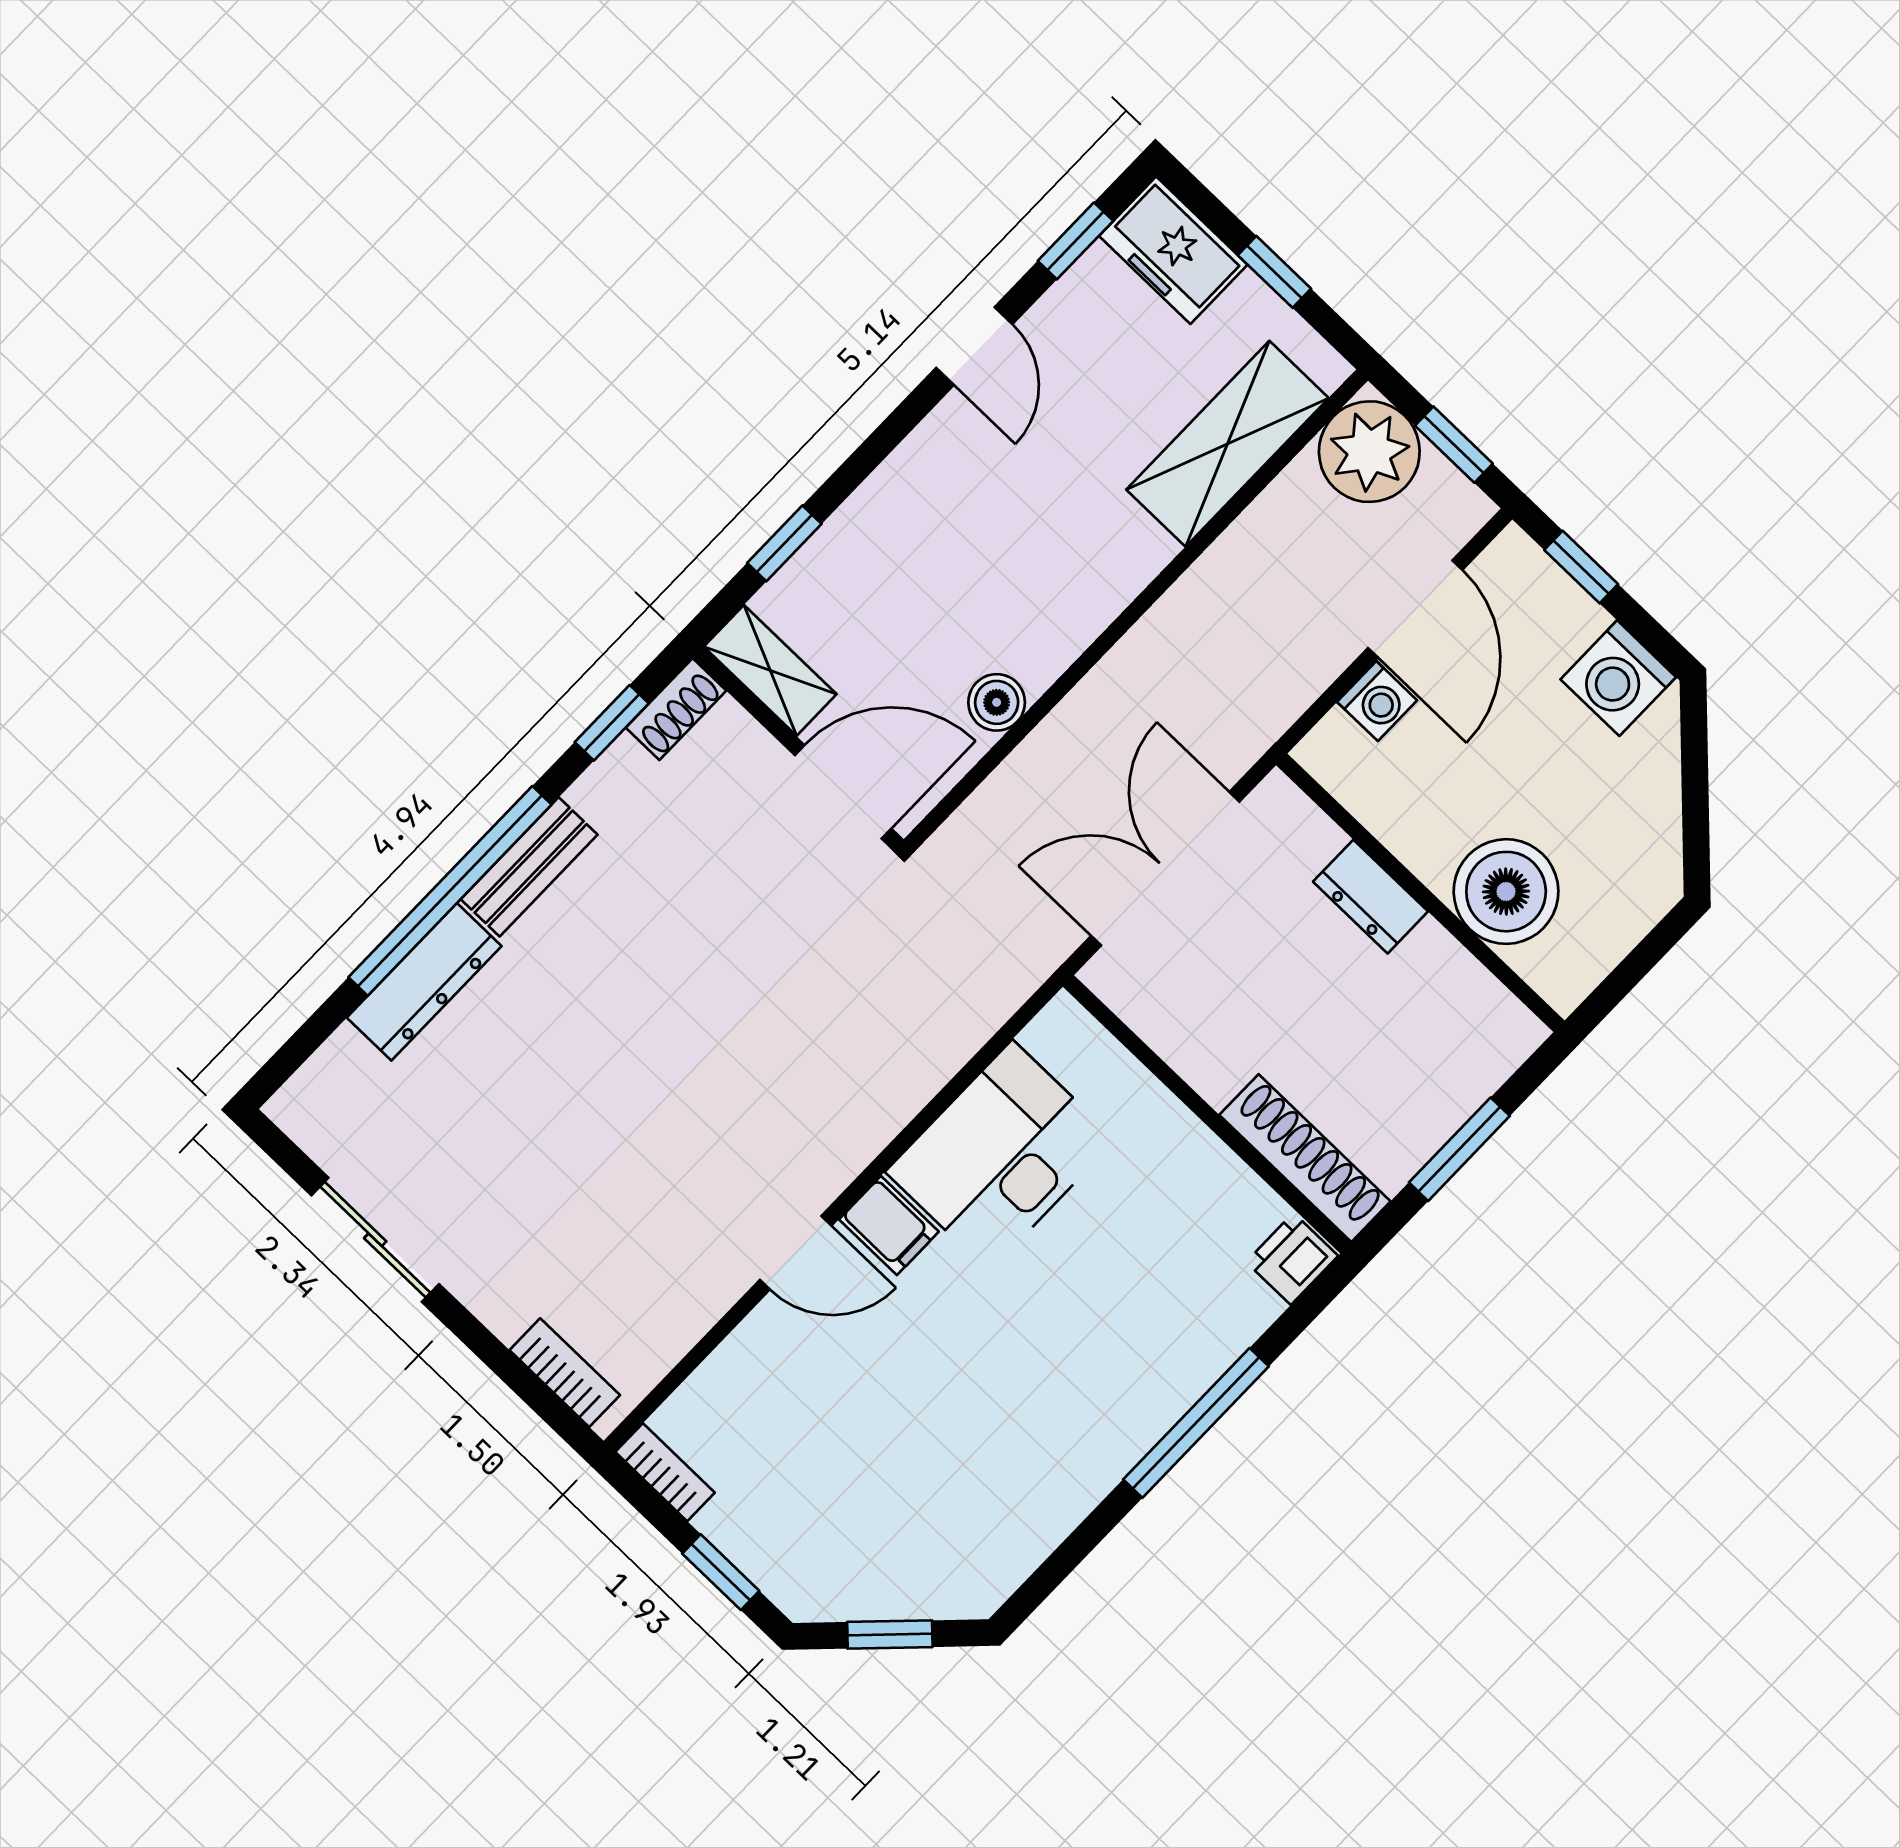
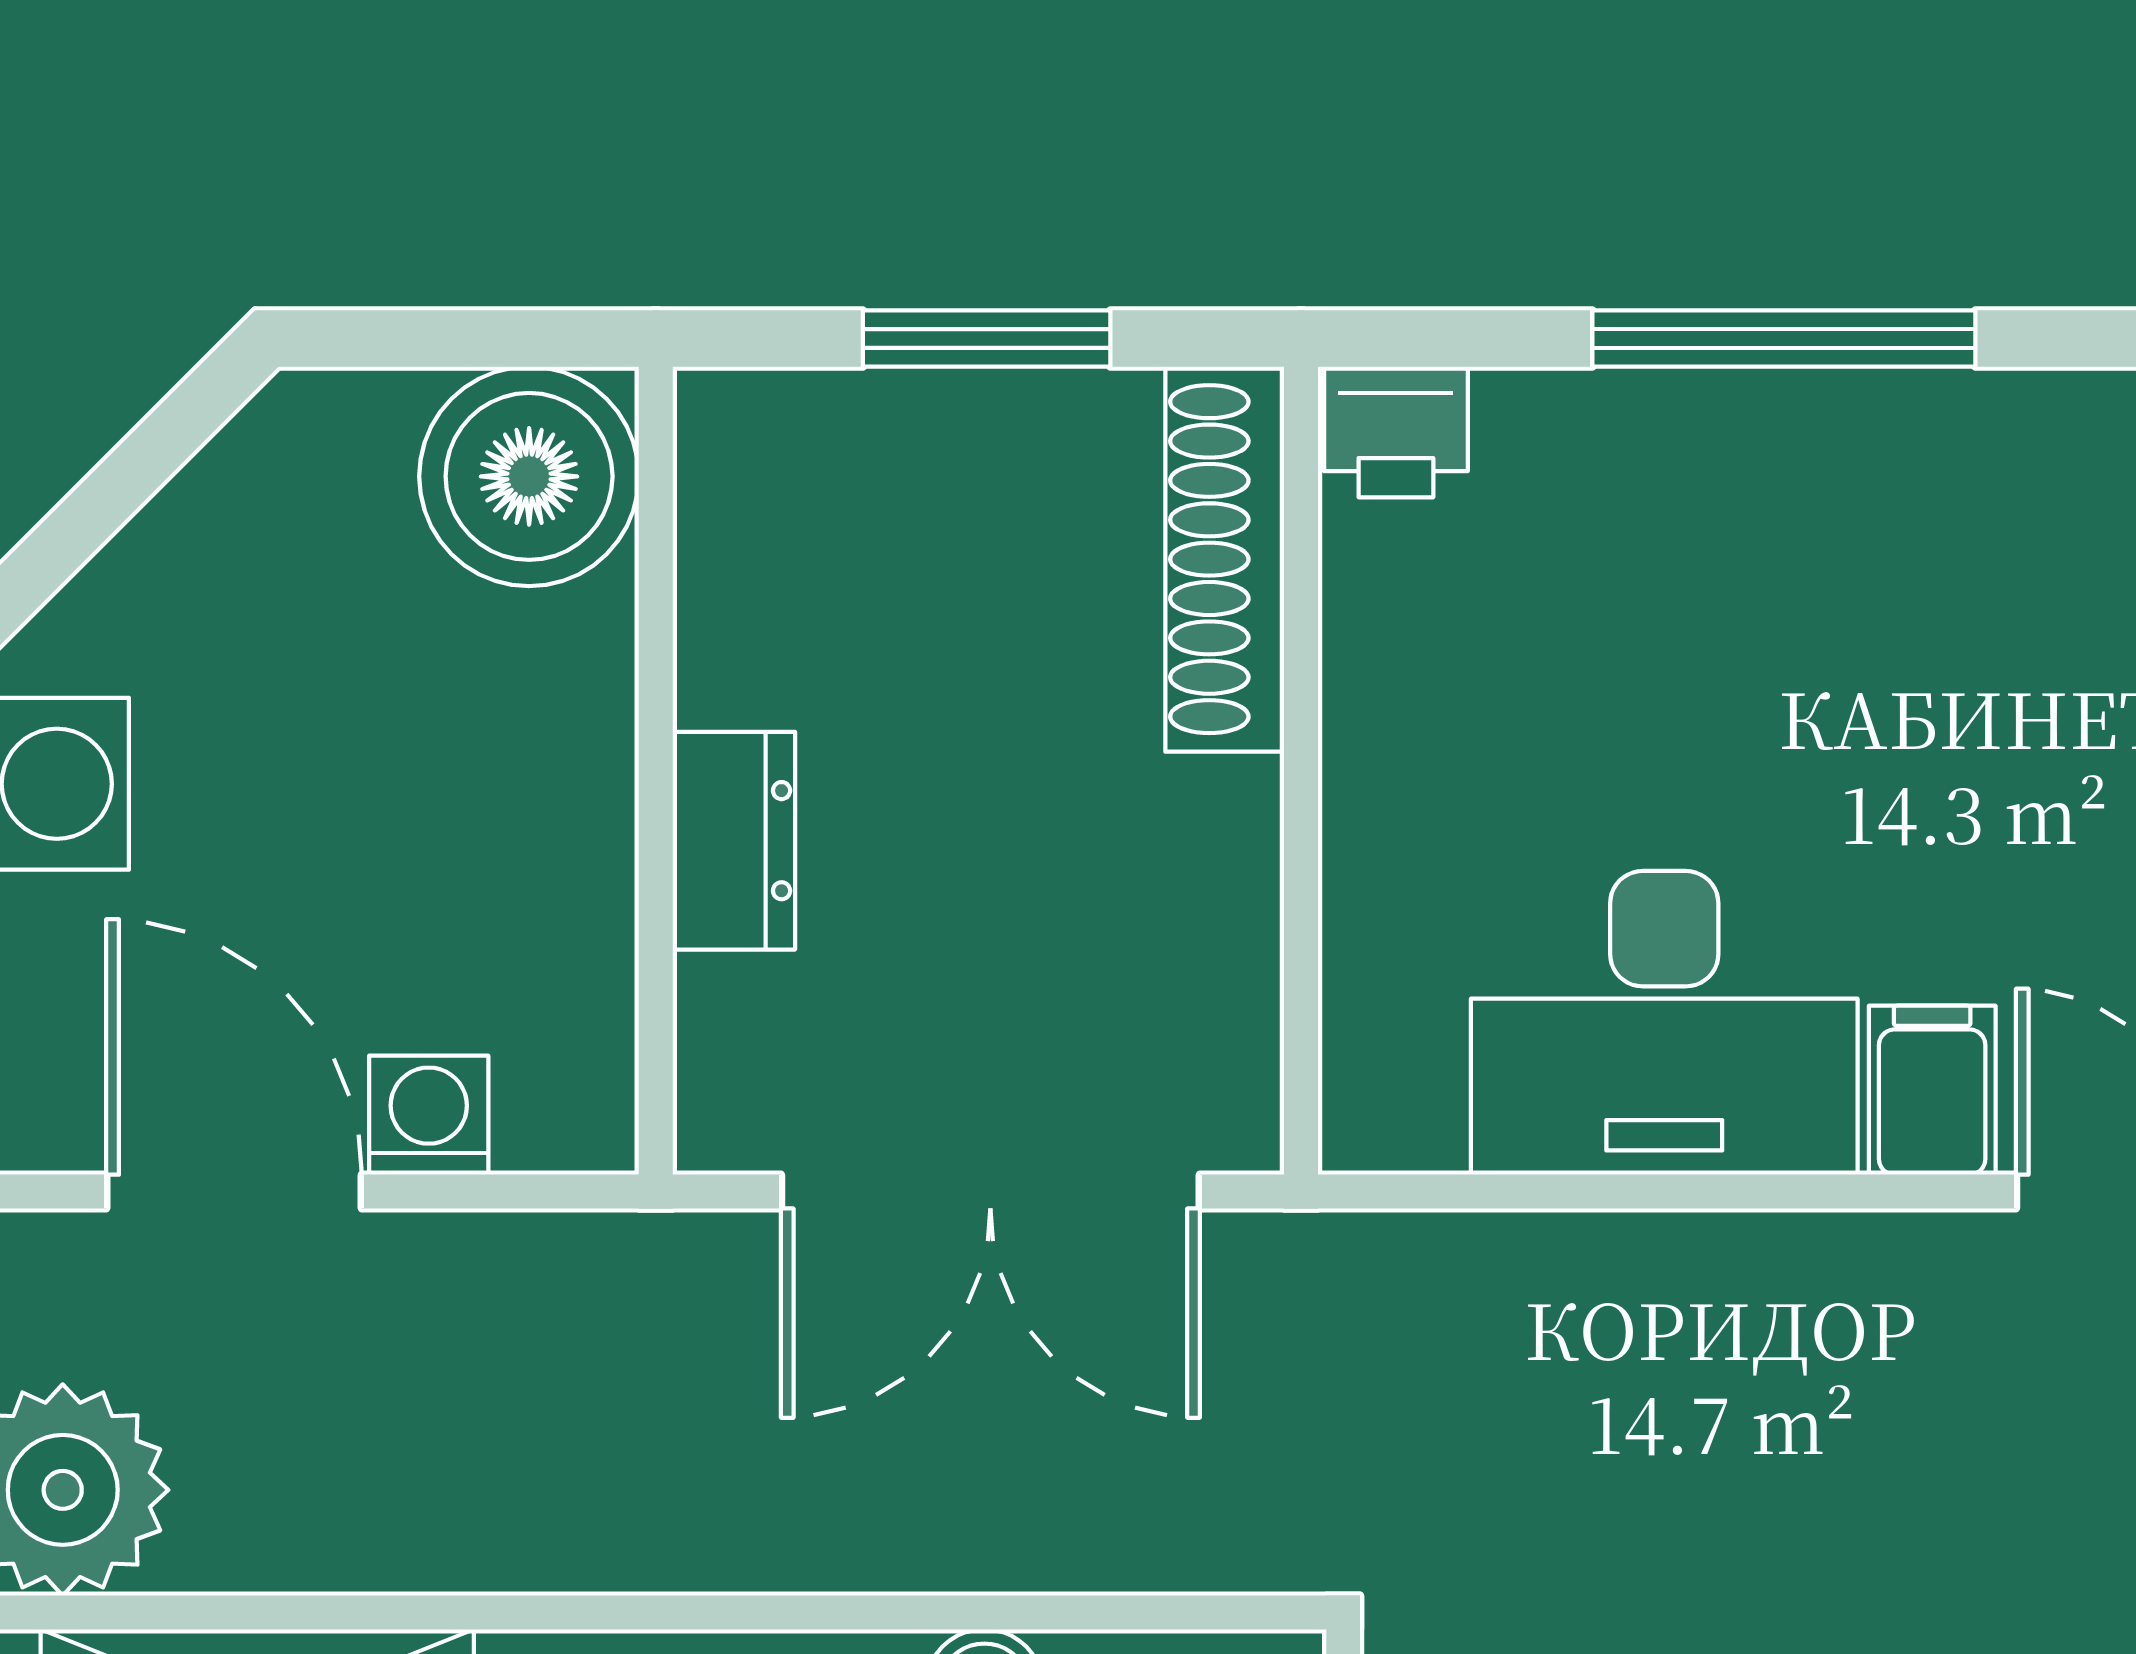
door: (1415, 609) -> (234, 1192), hinge flipped
boiler: (1506, 892) -> (529, 476), moved

